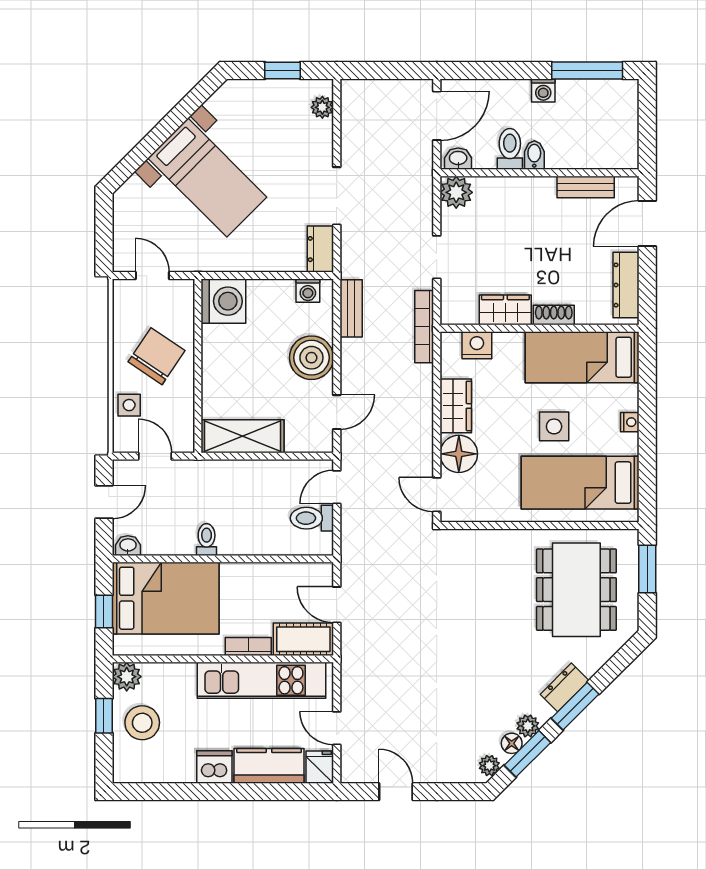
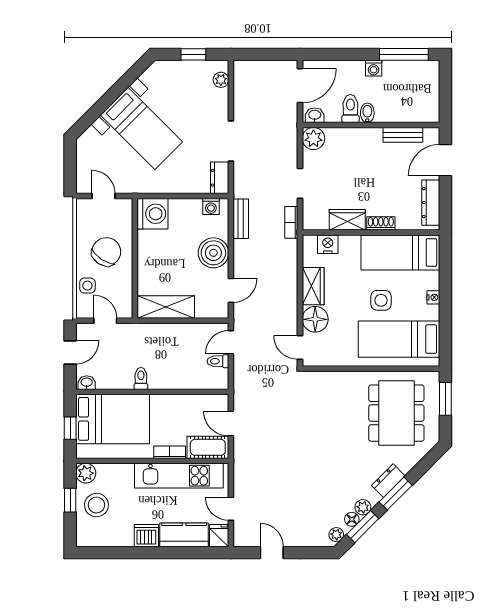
bookcase: (424, 327) -> (291, 222), width x0.64
toilet: (312, 518) -> (218, 361), width x0.73, depth x0.72

